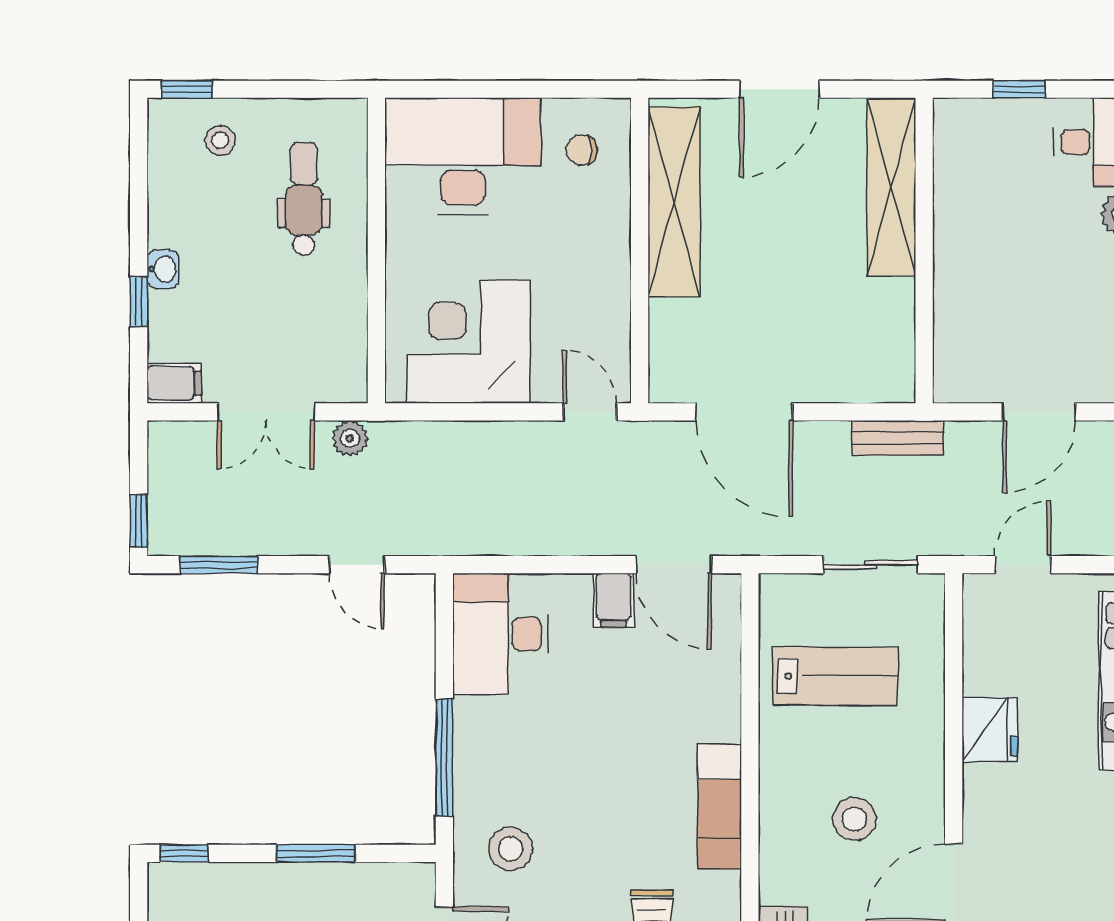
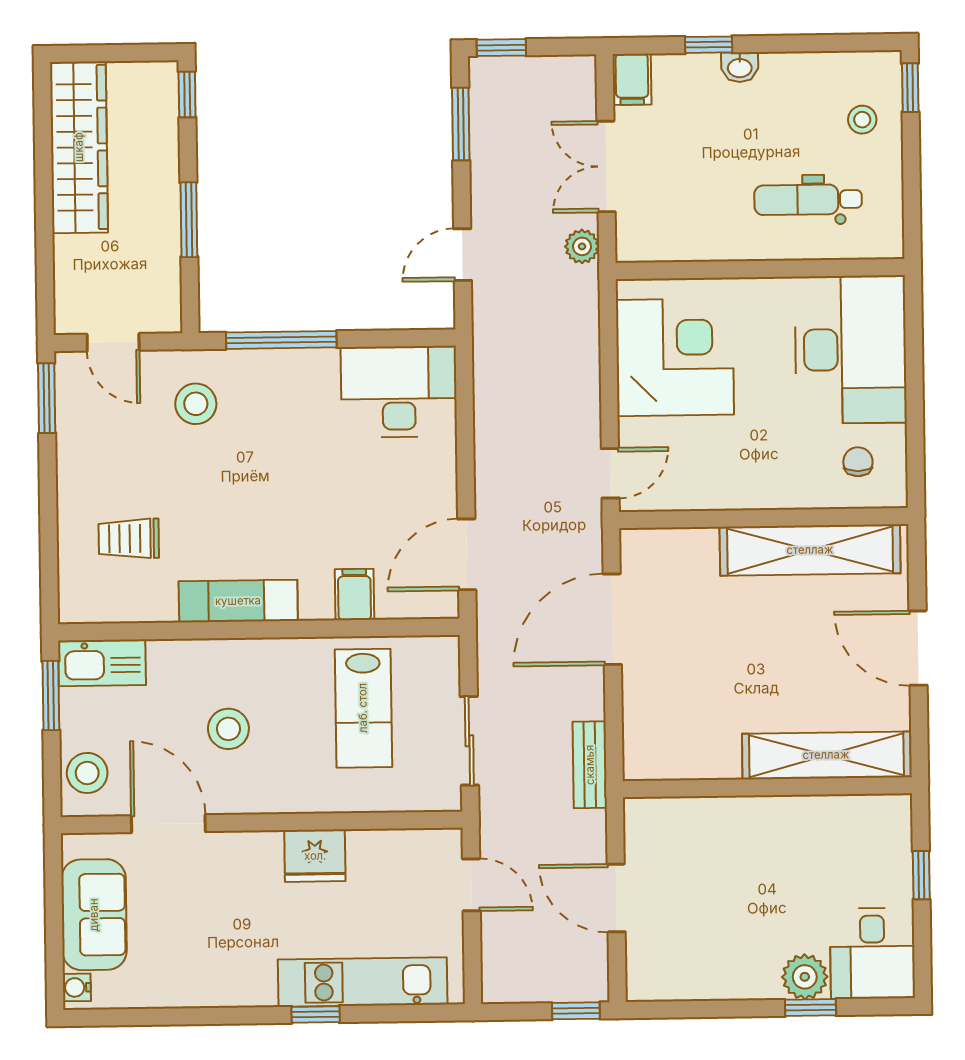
dental chair: (304, 199) -> (808, 200), turned 180
filing cabinet: (614, 600) -> (354, 595), moved, turned 90

